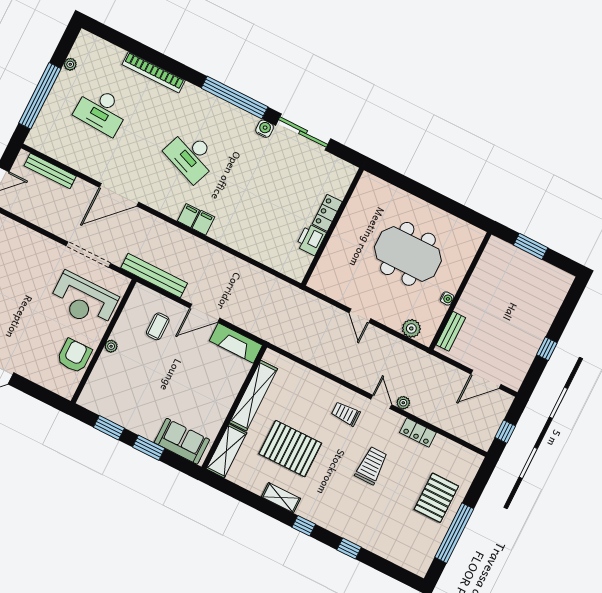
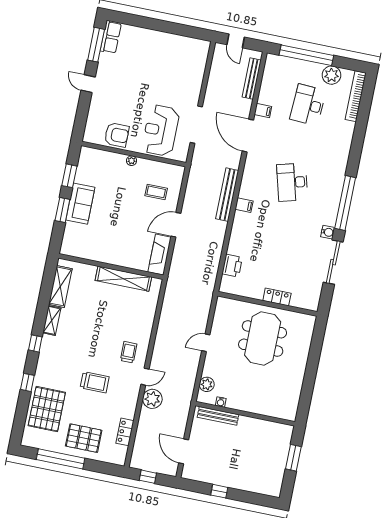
plant: (70, 64) -> (331, 75), width x1.88, depth x1.88
bookcase: (154, 72) -> (356, 96), moved
desk: (191, 156) -> (292, 182), turned -36
filing cabinet: (188, 216) -> (263, 111), moved
printer: (311, 240) -> (232, 266), moved, turned 90
meeting table: (408, 254) -> (263, 339), moved
bench: (154, 276) -> (227, 195), moved
water cooler: (447, 298) -> (221, 402), moved
door: (205, 313) -> (176, 225), hinge flipped
bench: (451, 331) -> (218, 416), width x1.36
plant: (403, 403) -> (152, 399), width x1.88, depth x1.88
locker: (418, 432) -> (125, 432), moved
sofa: (182, 441) -> (80, 204), moved
pallet: (290, 449) -> (47, 409), moved
shelving: (226, 451) -> (60, 286), moved, turned 90

